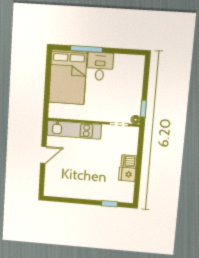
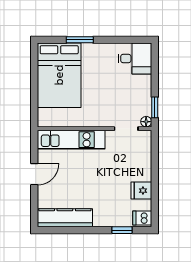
window: (86, 49) -> (80, 40), width x0.69
desk: (100, 66) -> (135, 58), moved, turned 90
dishwasher: (129, 161) -> (142, 218), moved
kitchen counter: (65, 191) -> (65, 218), added

